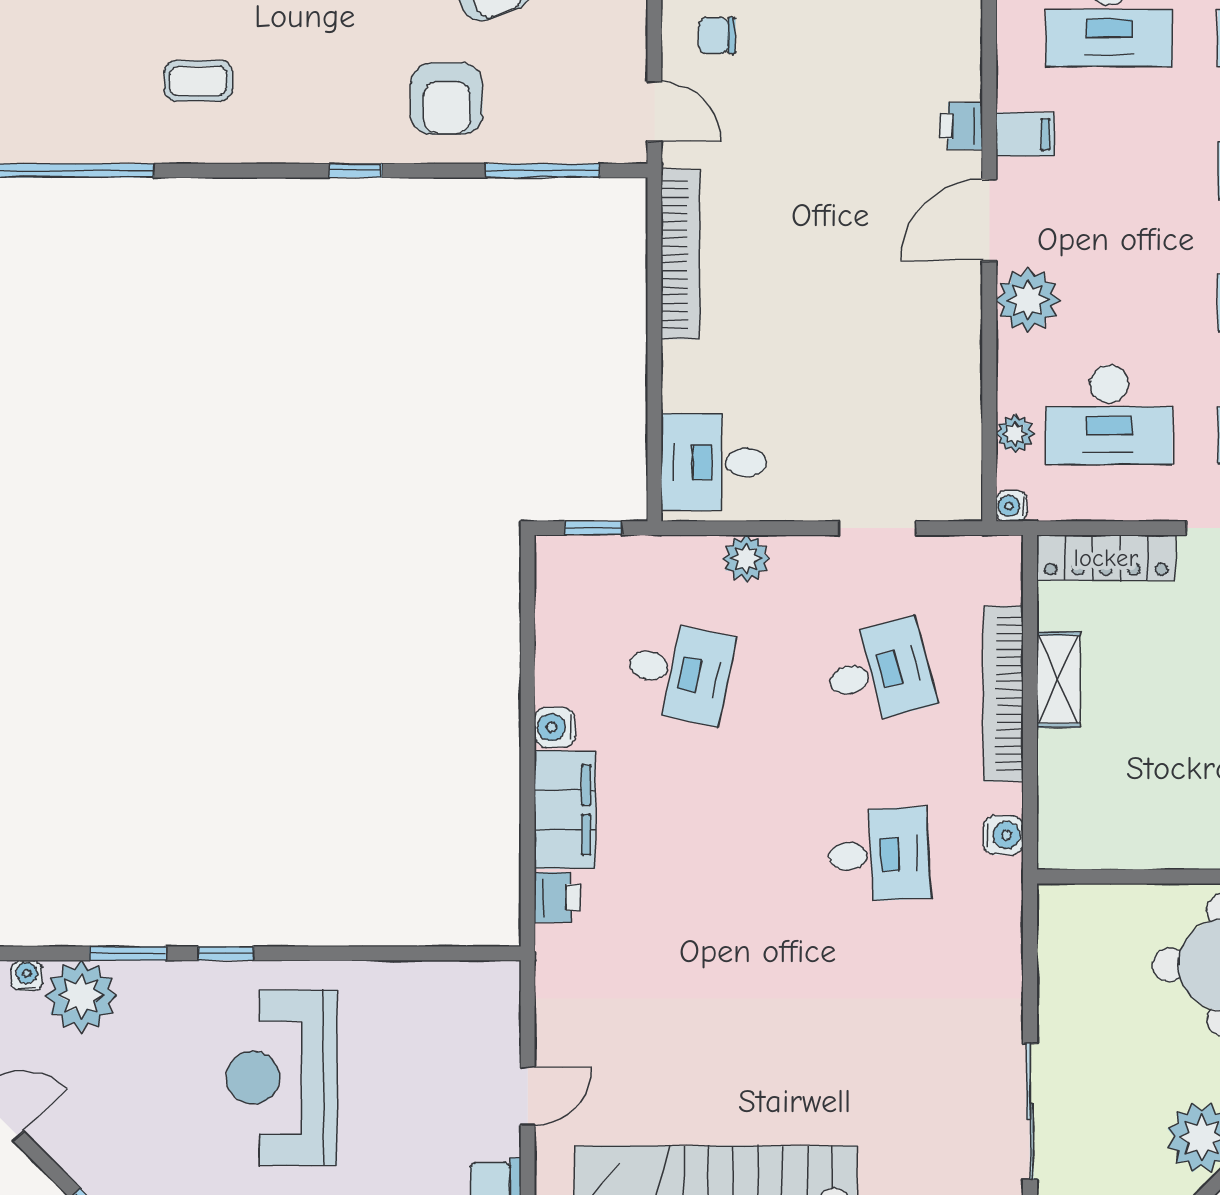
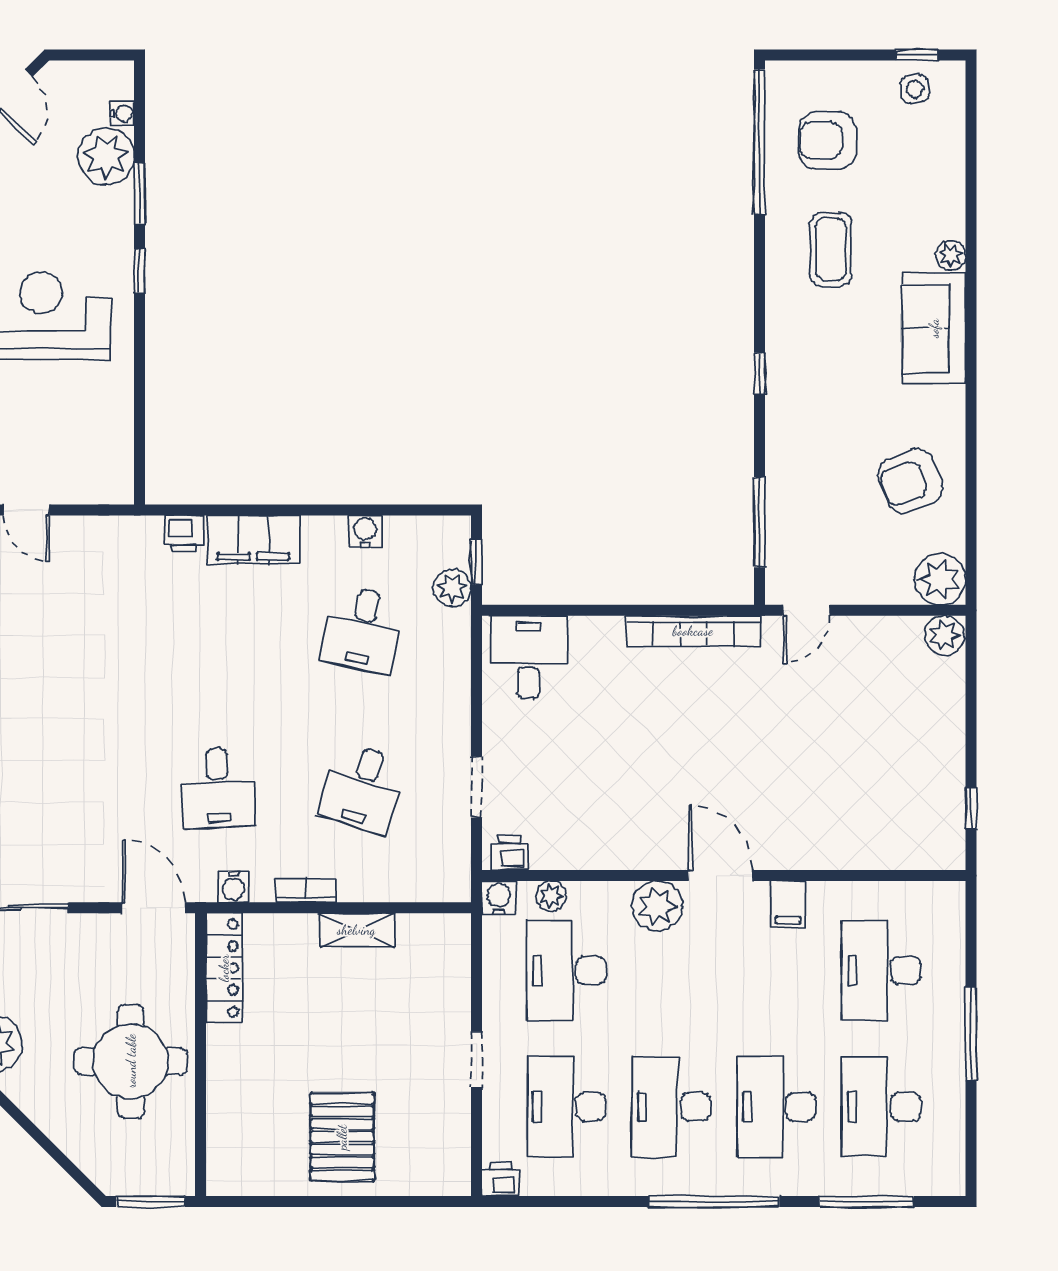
chair: (717, 35) -> (867, 660), removed
coffee table: (198, 81) -> (831, 249), width x1.36, depth x1.30
armchair: (447, 99) -> (827, 140), moved
printer: (961, 126) -> (509, 853), moved
water cooler: (1011, 506) -> (499, 898), width x1.38, depth x1.38
locker: (1106, 558) -> (224, 968), moved, turned 180
plant: (746, 559) -> (452, 588), moved
desk: (879, 672) -> (362, 788), turned 33
bookcase: (1003, 694) -> (306, 890), width x0.43, depth x0.76
water cooler: (555, 727) -> (365, 531), moved
door: (1030, 936) -> (154, 908), added

